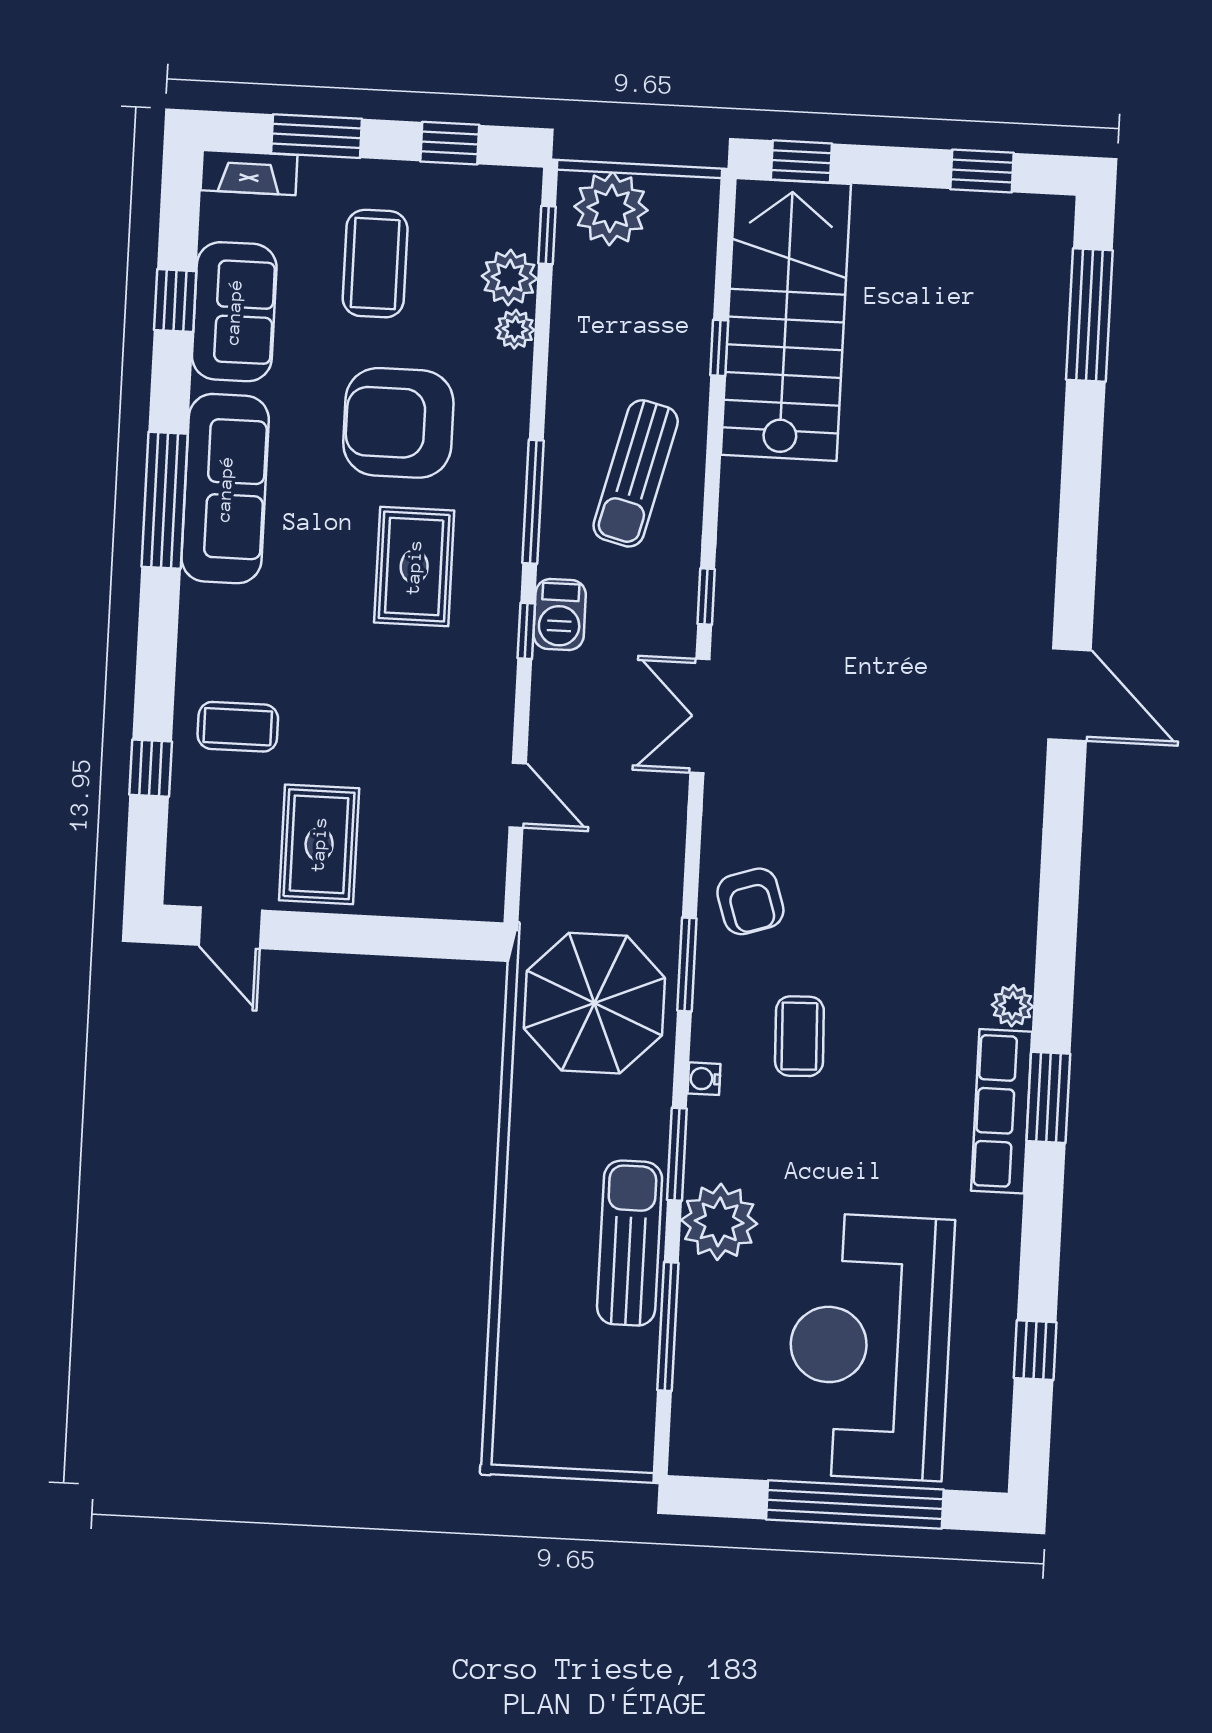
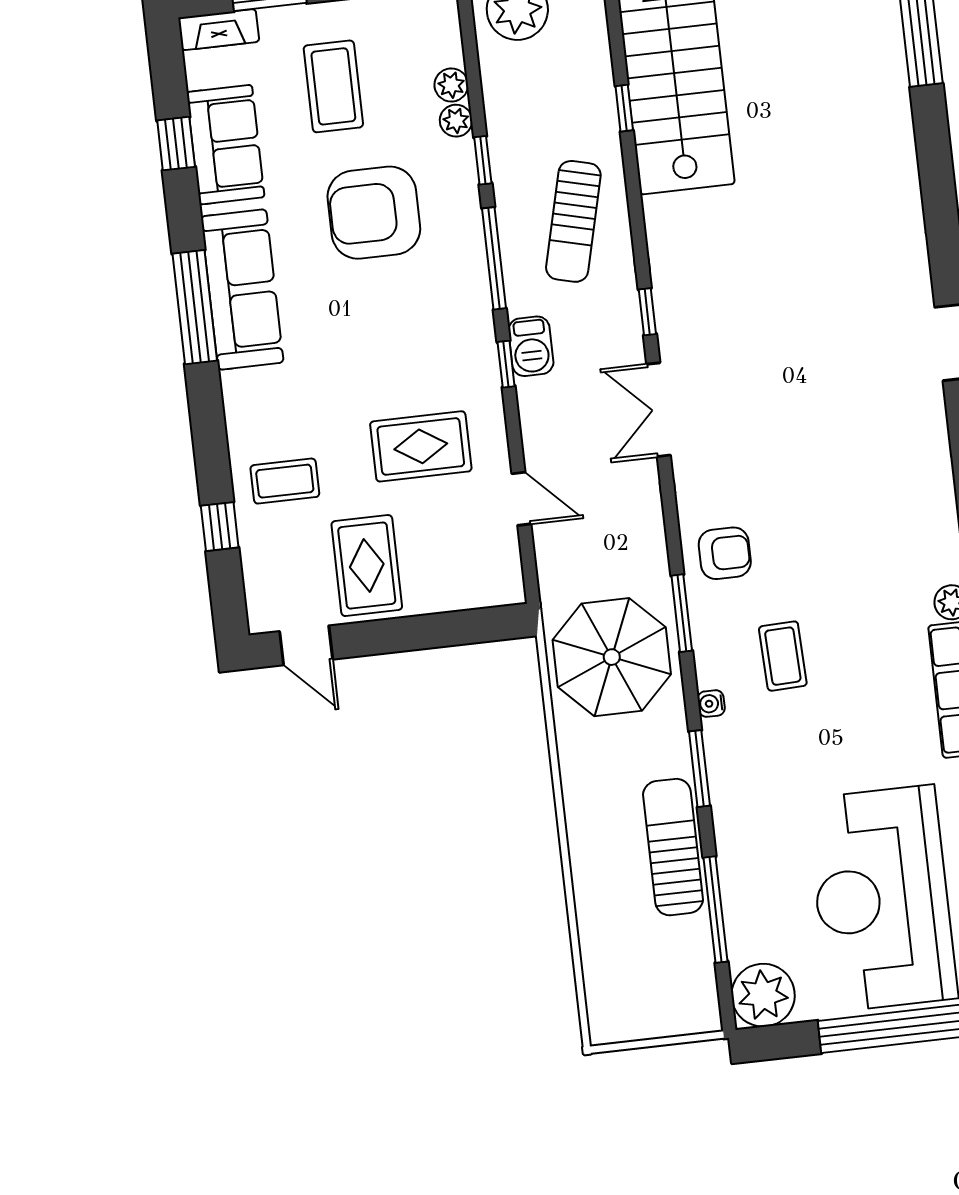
window: (547, 235) -> (483, 160), moved
plant: (510, 277) -> (451, 85), width x0.73, depth x0.73
rug: (414, 567) -> (421, 446), moved, turned 90
armchair: (750, 901) -> (725, 553), turned -72
plant: (719, 1222) -> (763, 995), moved

